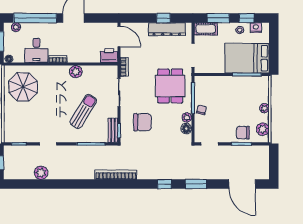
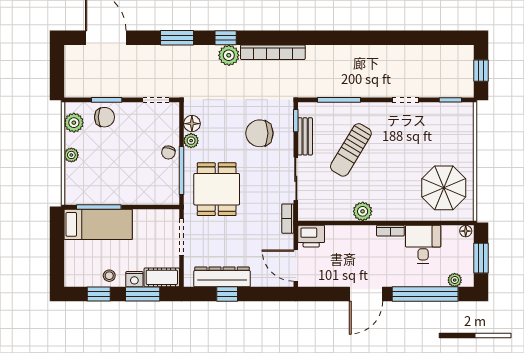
nightstand: (256, 28) -> (134, 279), moved
bed: (247, 58) -> (98, 224), width x0.67
bench: (113, 130) -> (305, 136), moved
plant: (41, 173) -> (229, 55), moved
bookcase: (116, 175) -> (273, 52), moved

